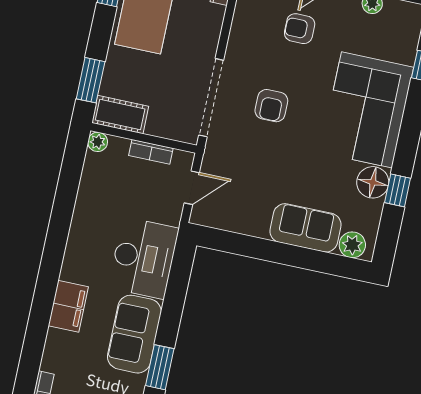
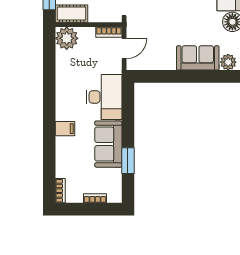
plant: (98, 142) -> (67, 38), width x1.88, depth x1.88
bookcase: (151, 152) -> (109, 32), moved
filing cabinet: (68, 306) -> (65, 129), width x0.50

